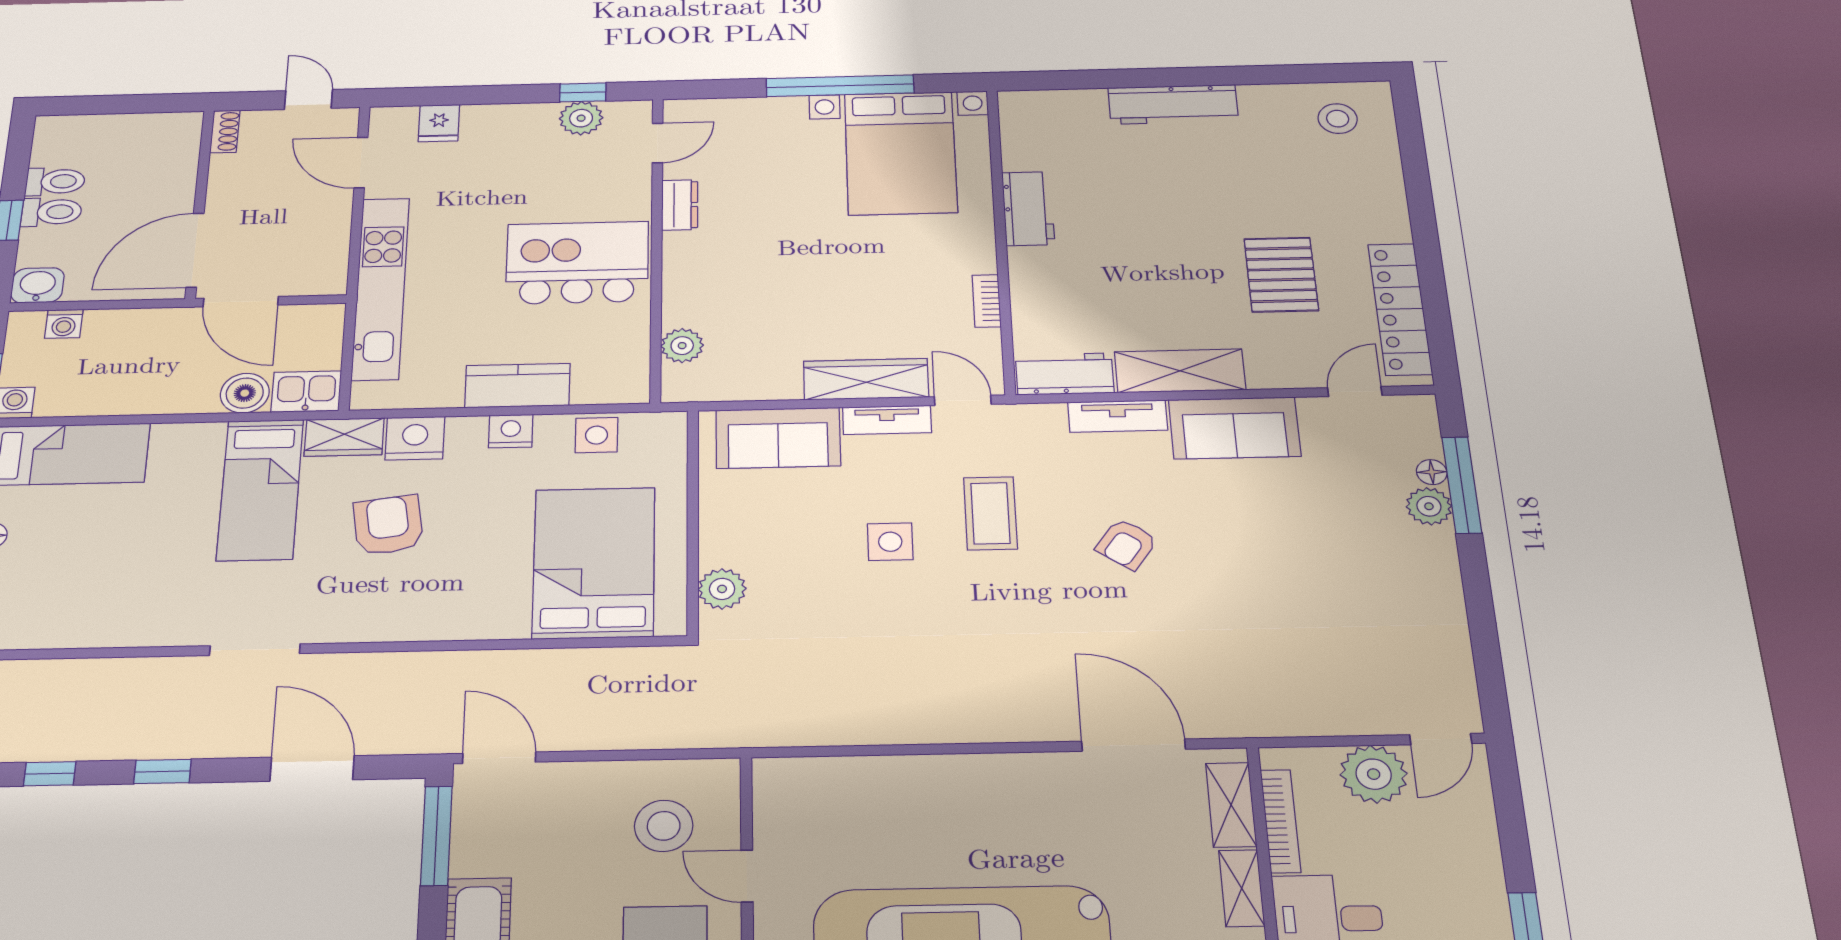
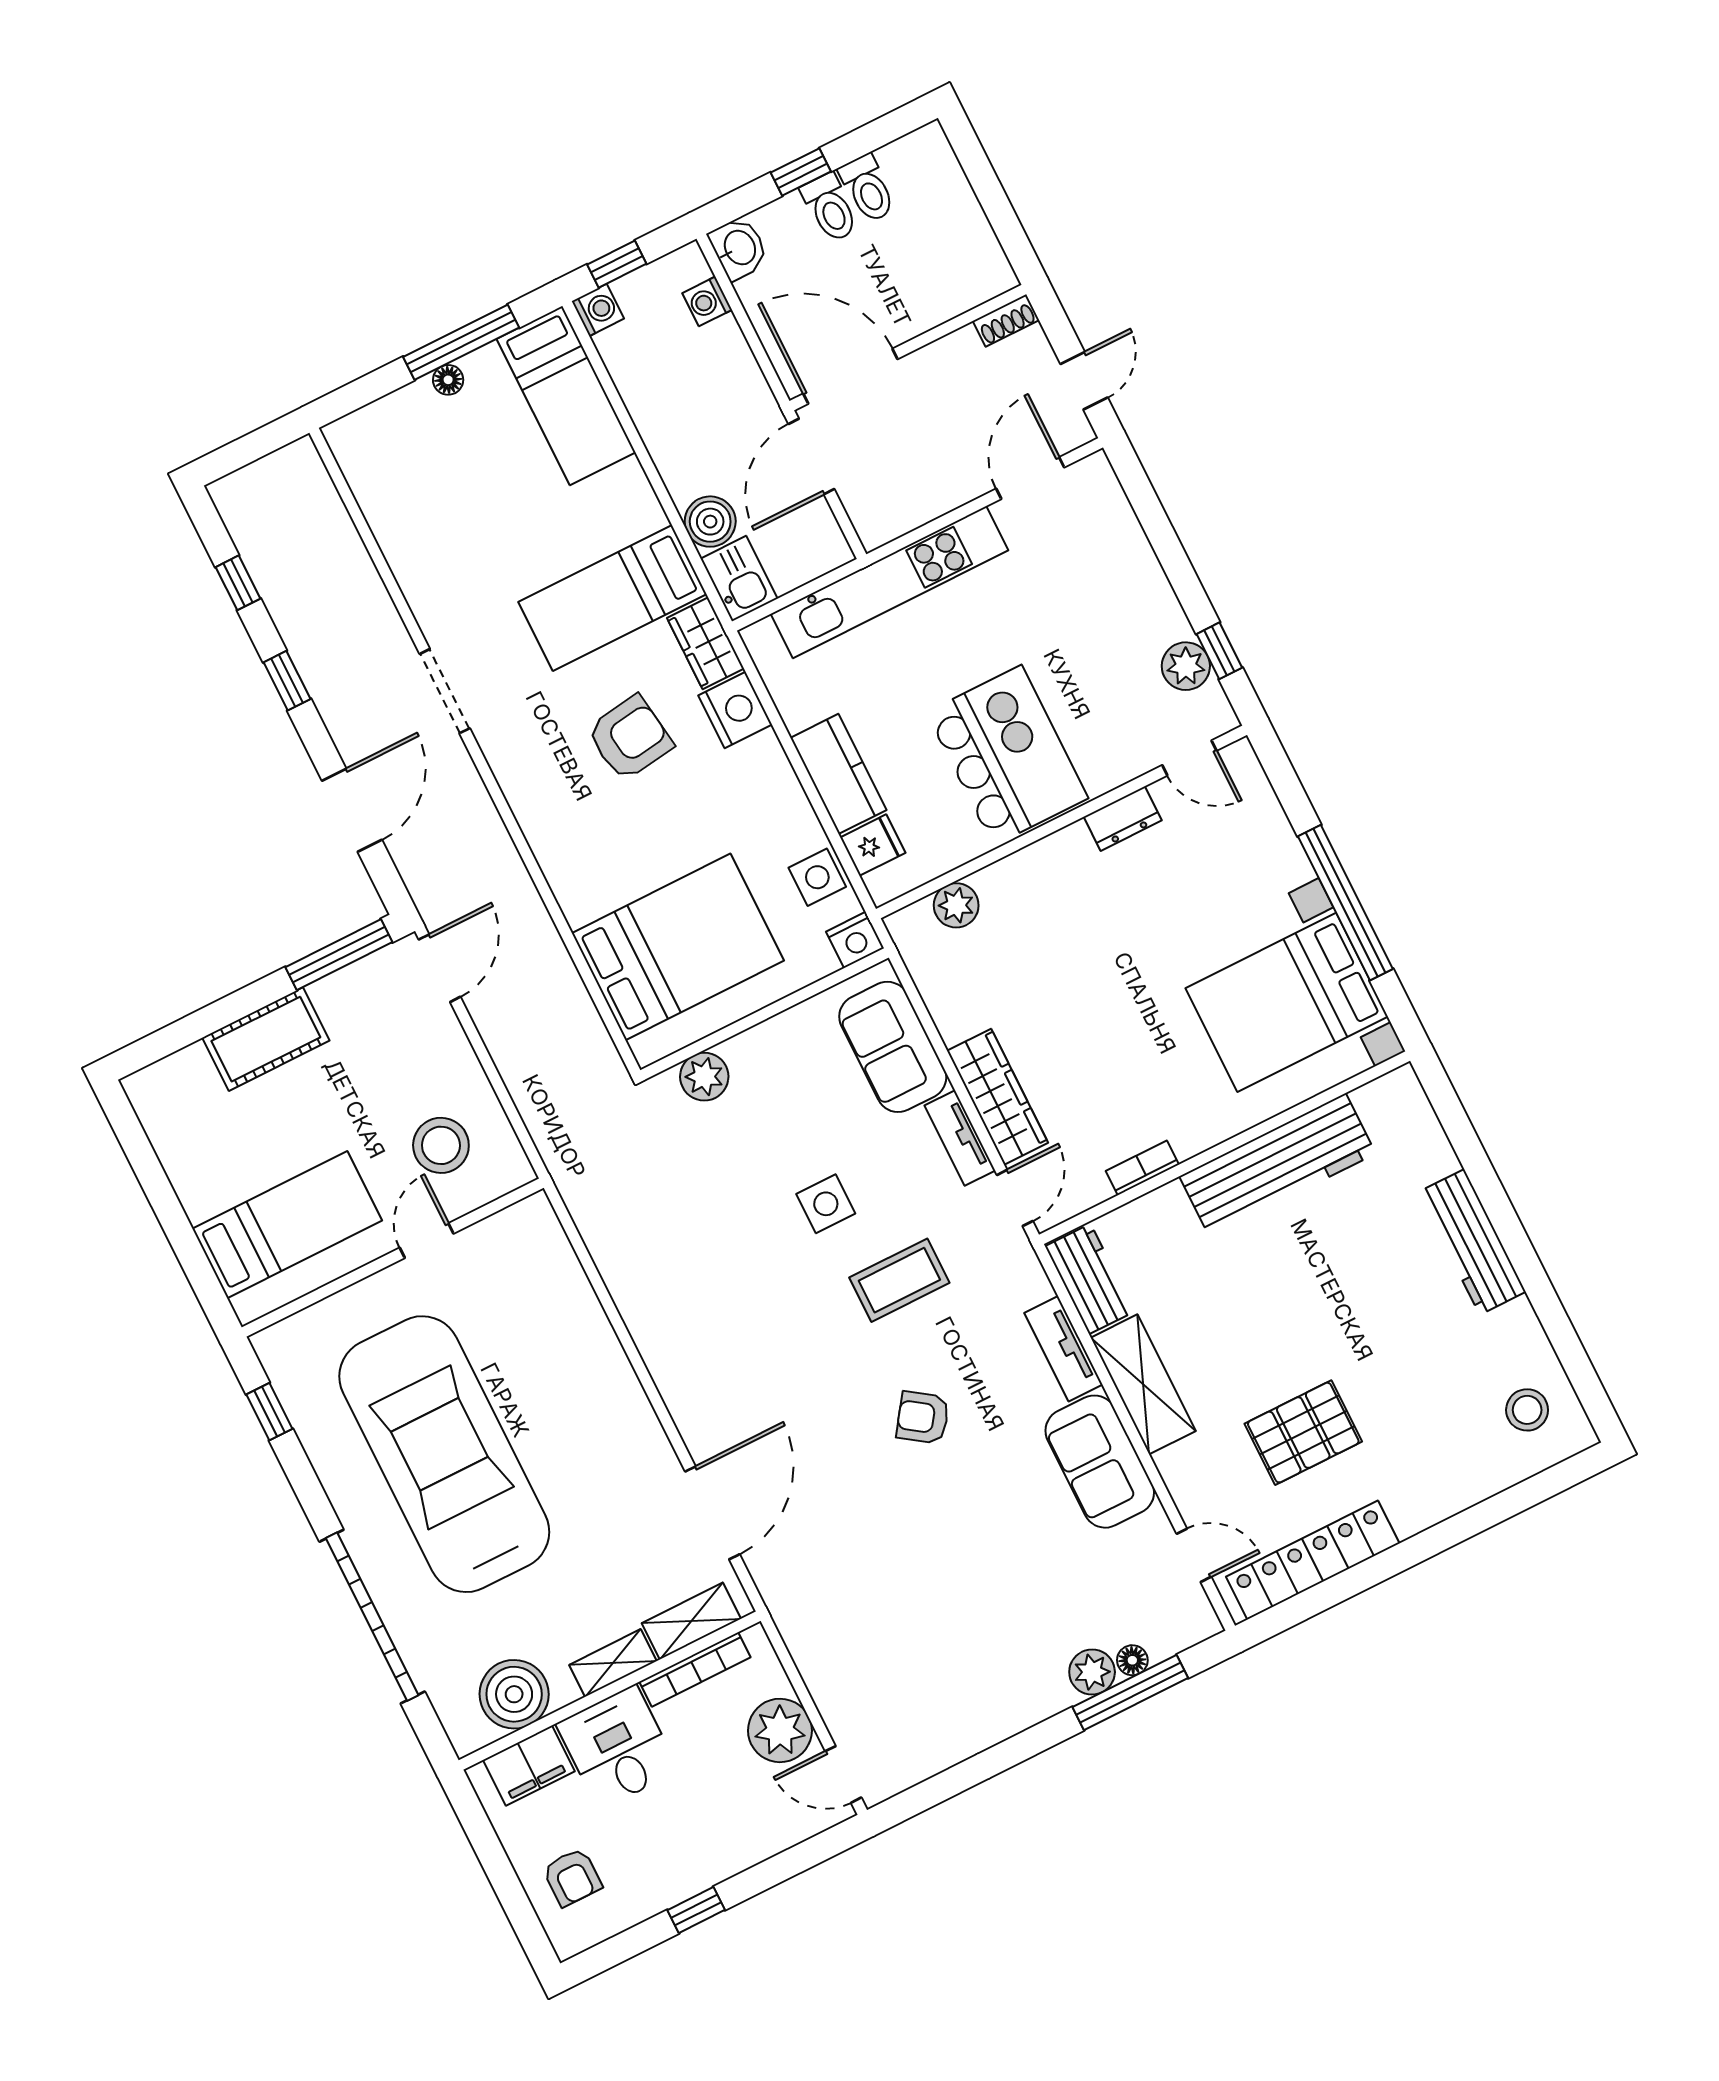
fridge: (439, 123) -> (873, 845), moved, turned 180
workbench: (1028, 208) -> (1278, 1165), width x1.88, depth x1.32
nightstand: (511, 431) -> (855, 940), moved, turned 90

